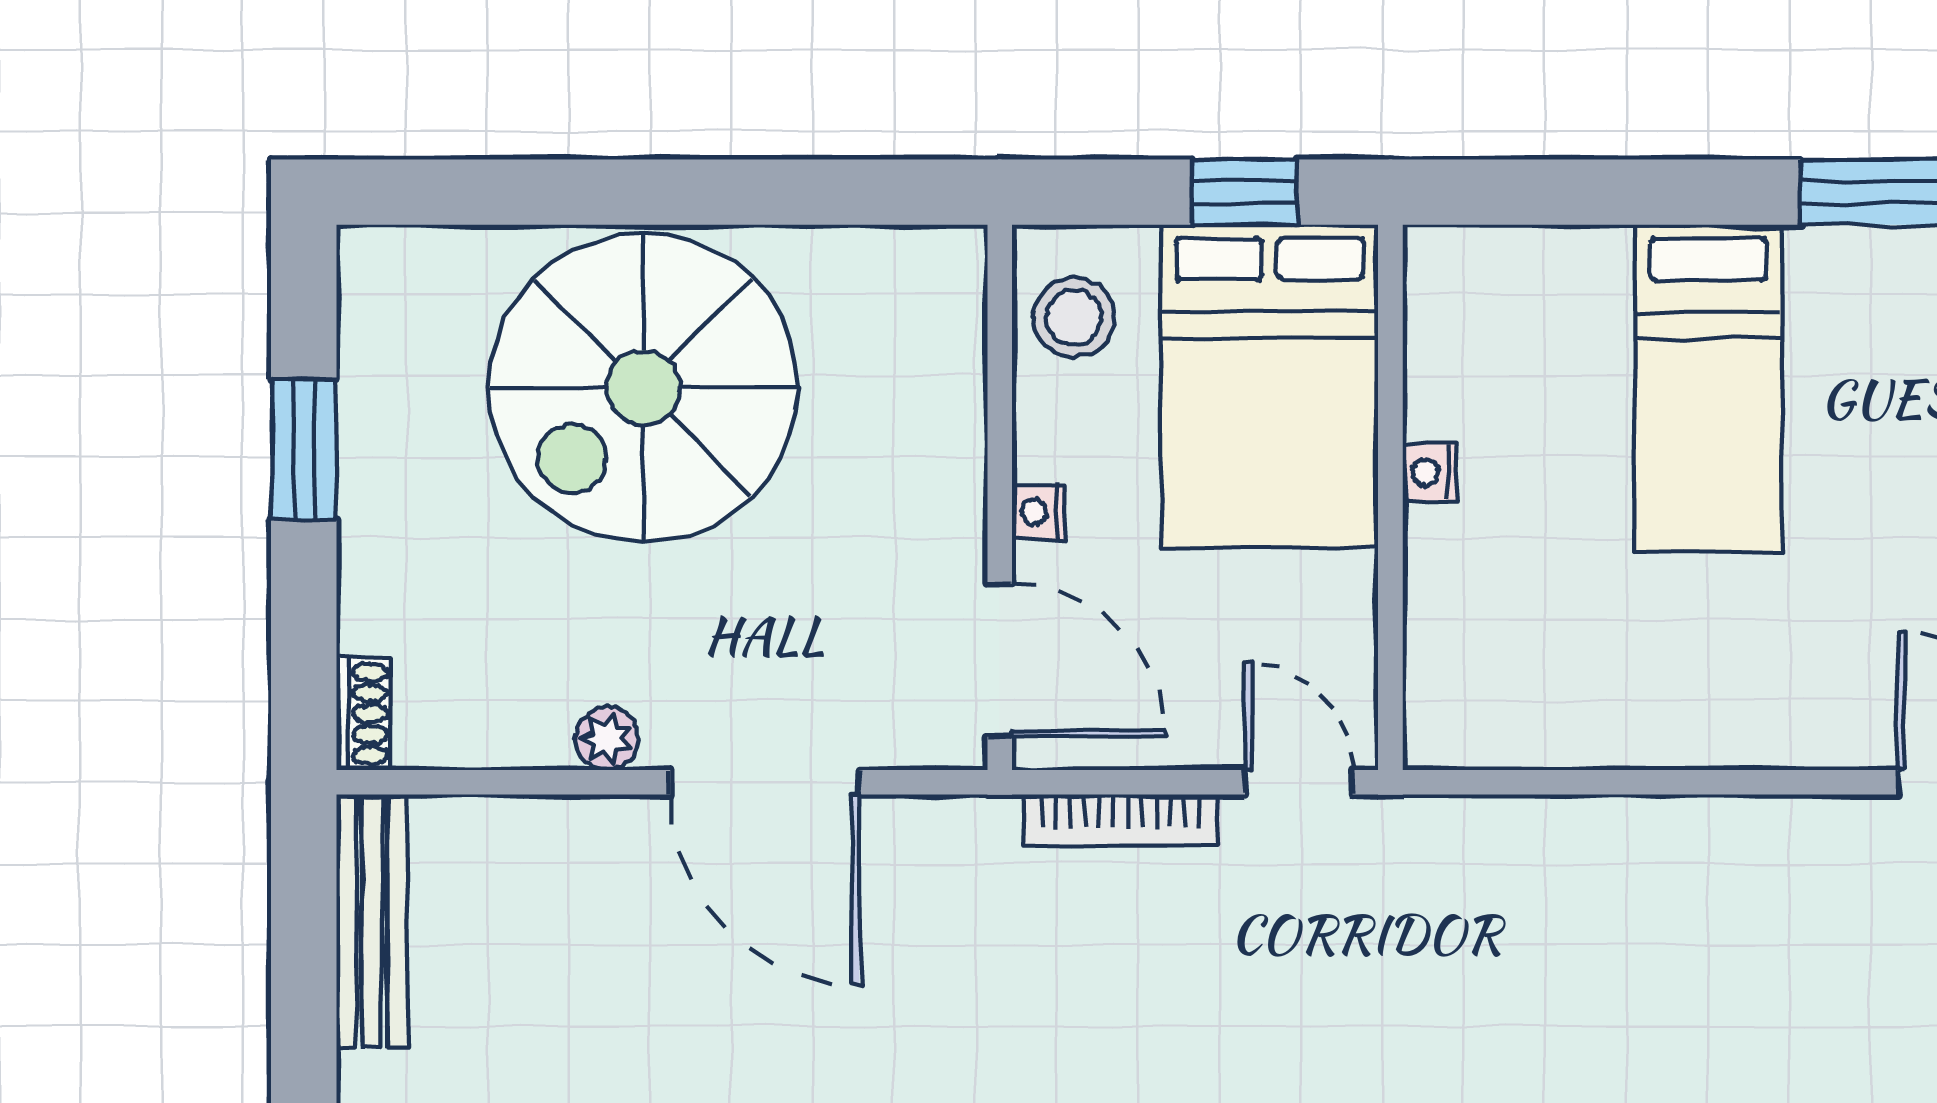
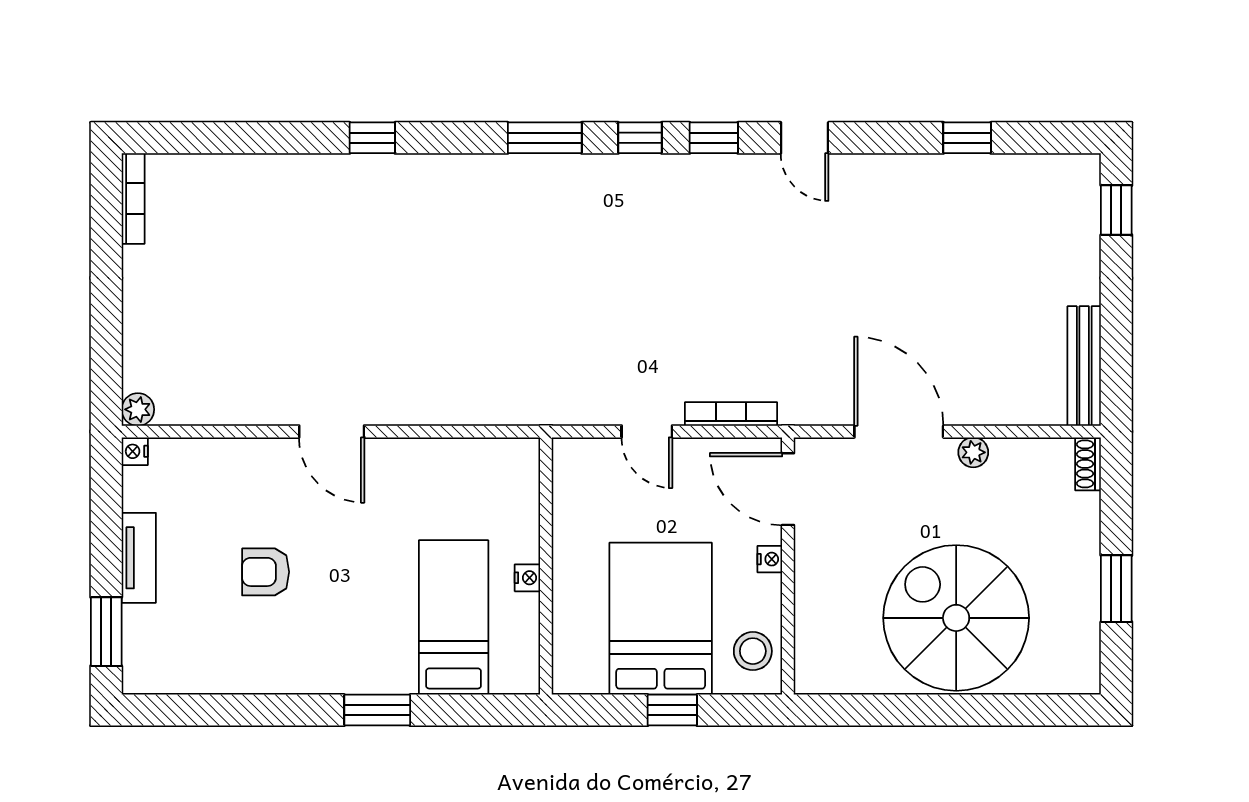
spiral stairs: (643, 387) -> (956, 618), turned -90
nightstand: (1430, 472) -> (527, 578), moved
wall: (1390, 497) -> (546, 566), moved

